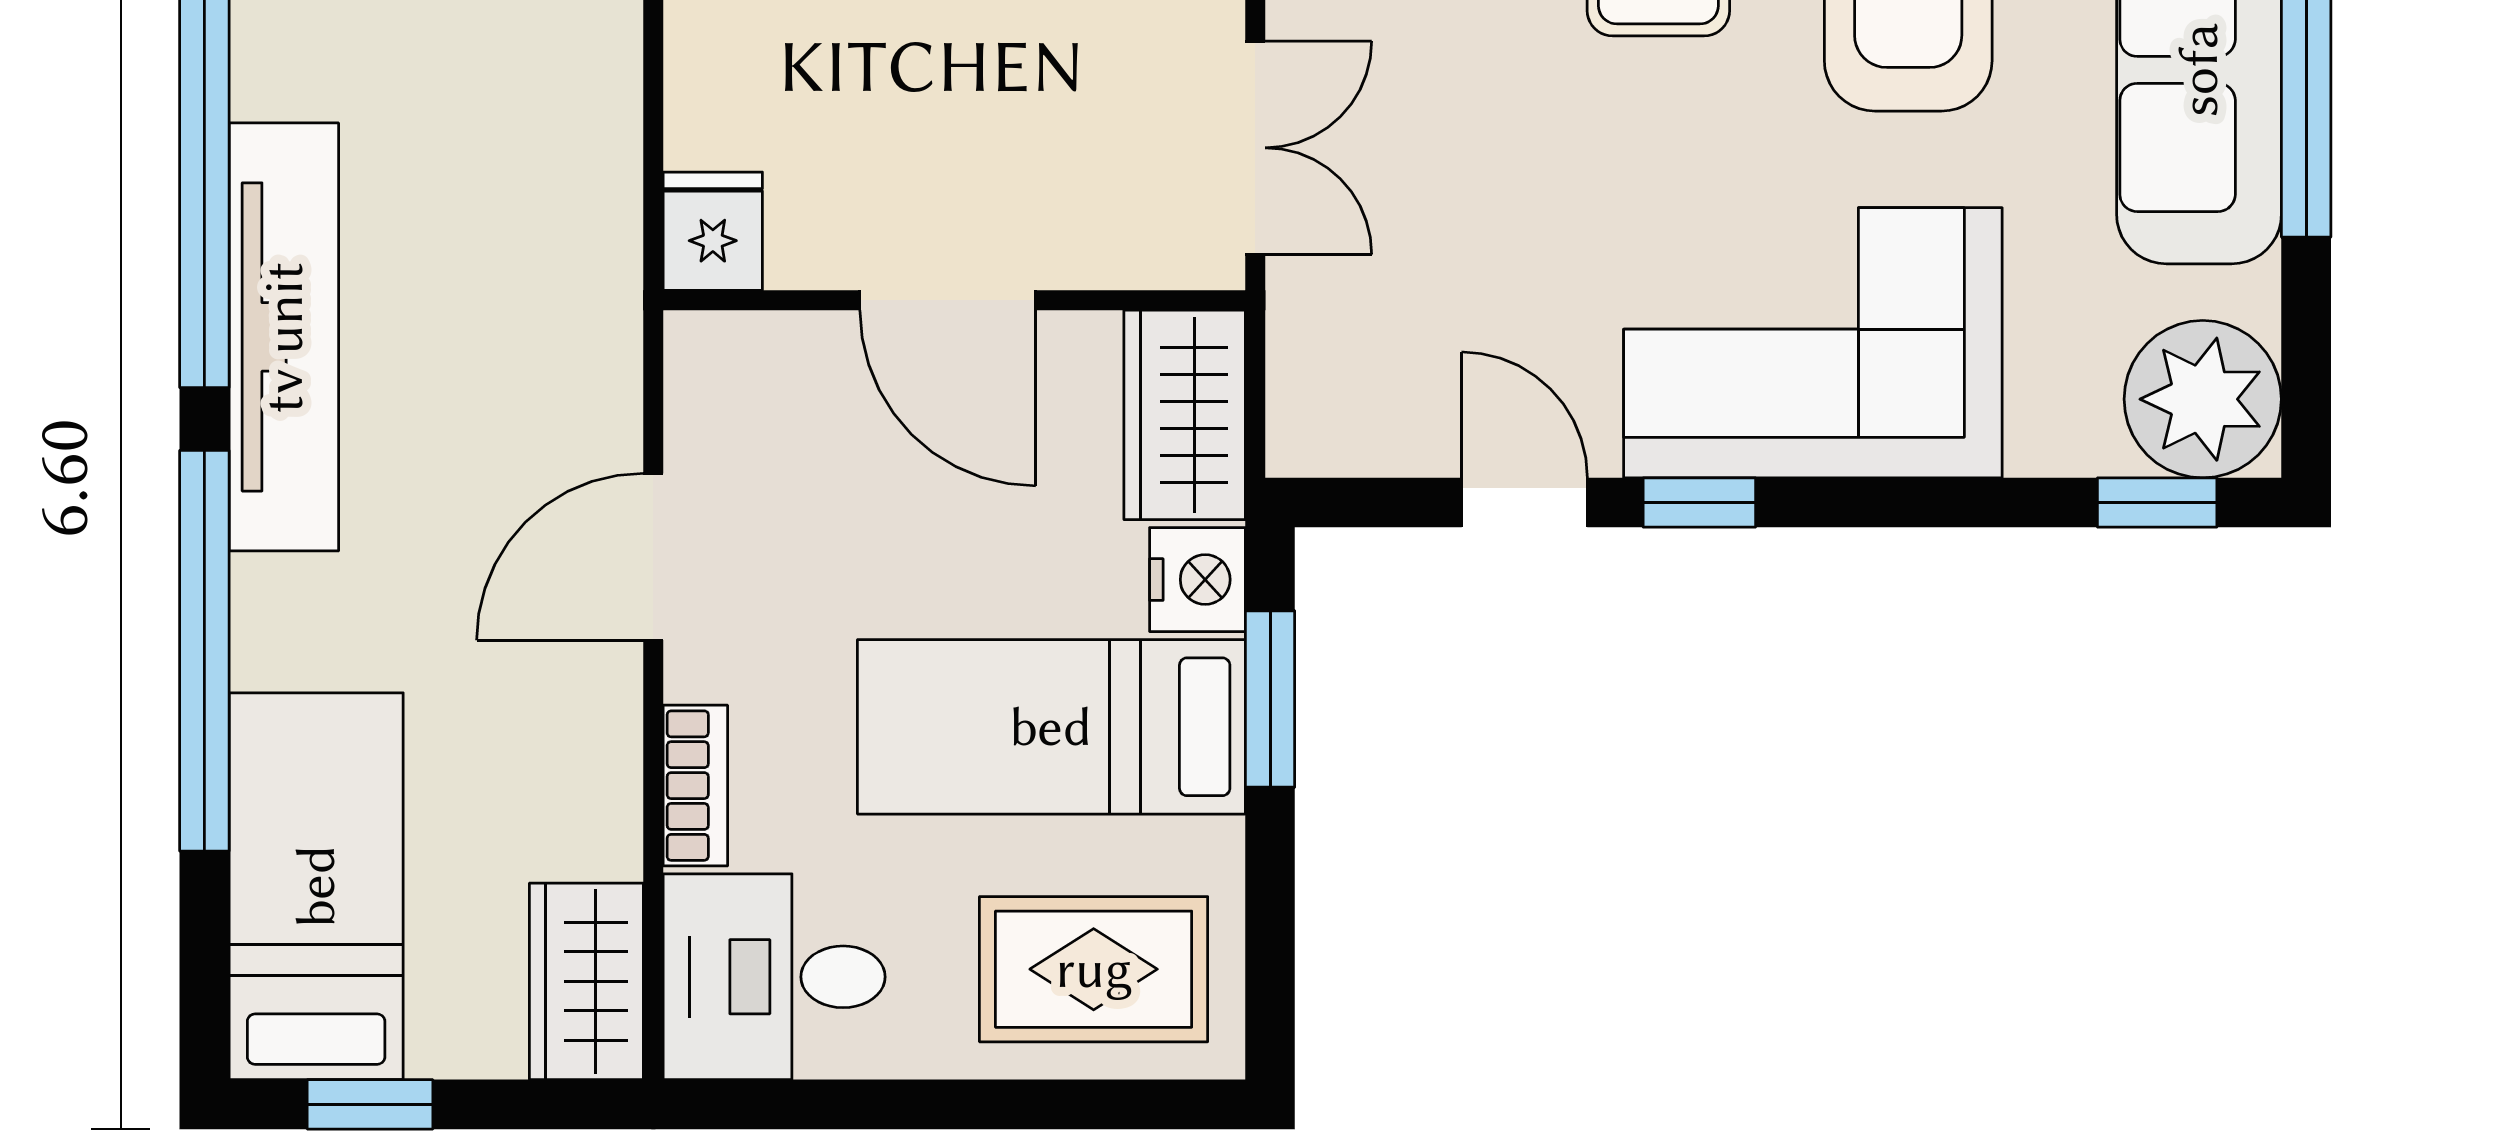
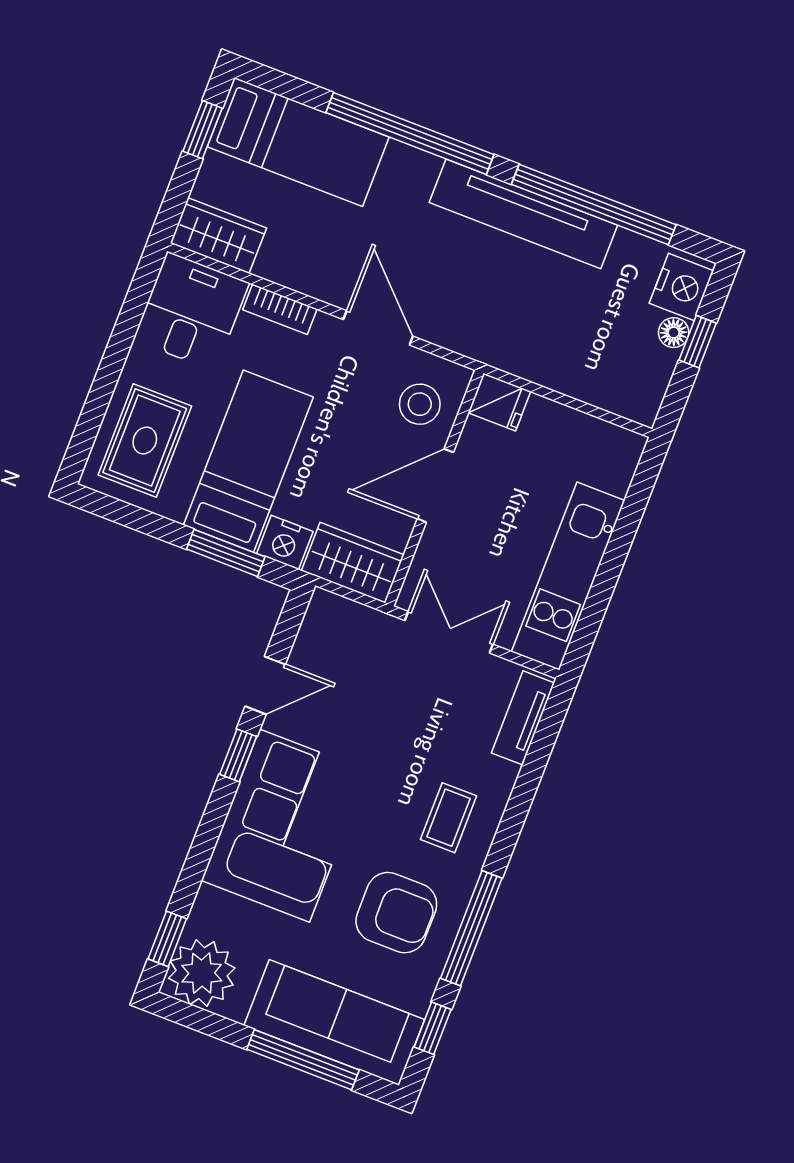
double door: (1255, 148) -> (449, 632), swing flipped
stool: (784, 402) -> (420, 404), added

